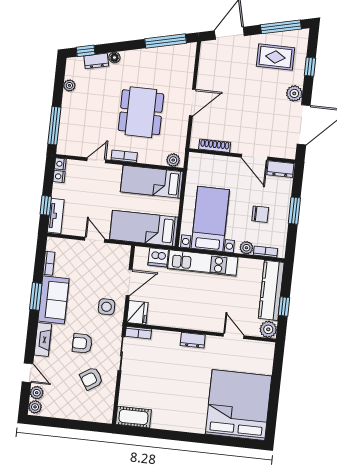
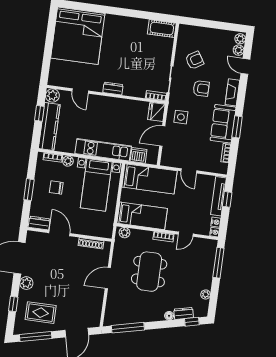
tv unit: (56, 216) -> (219, 196), width x1.41

